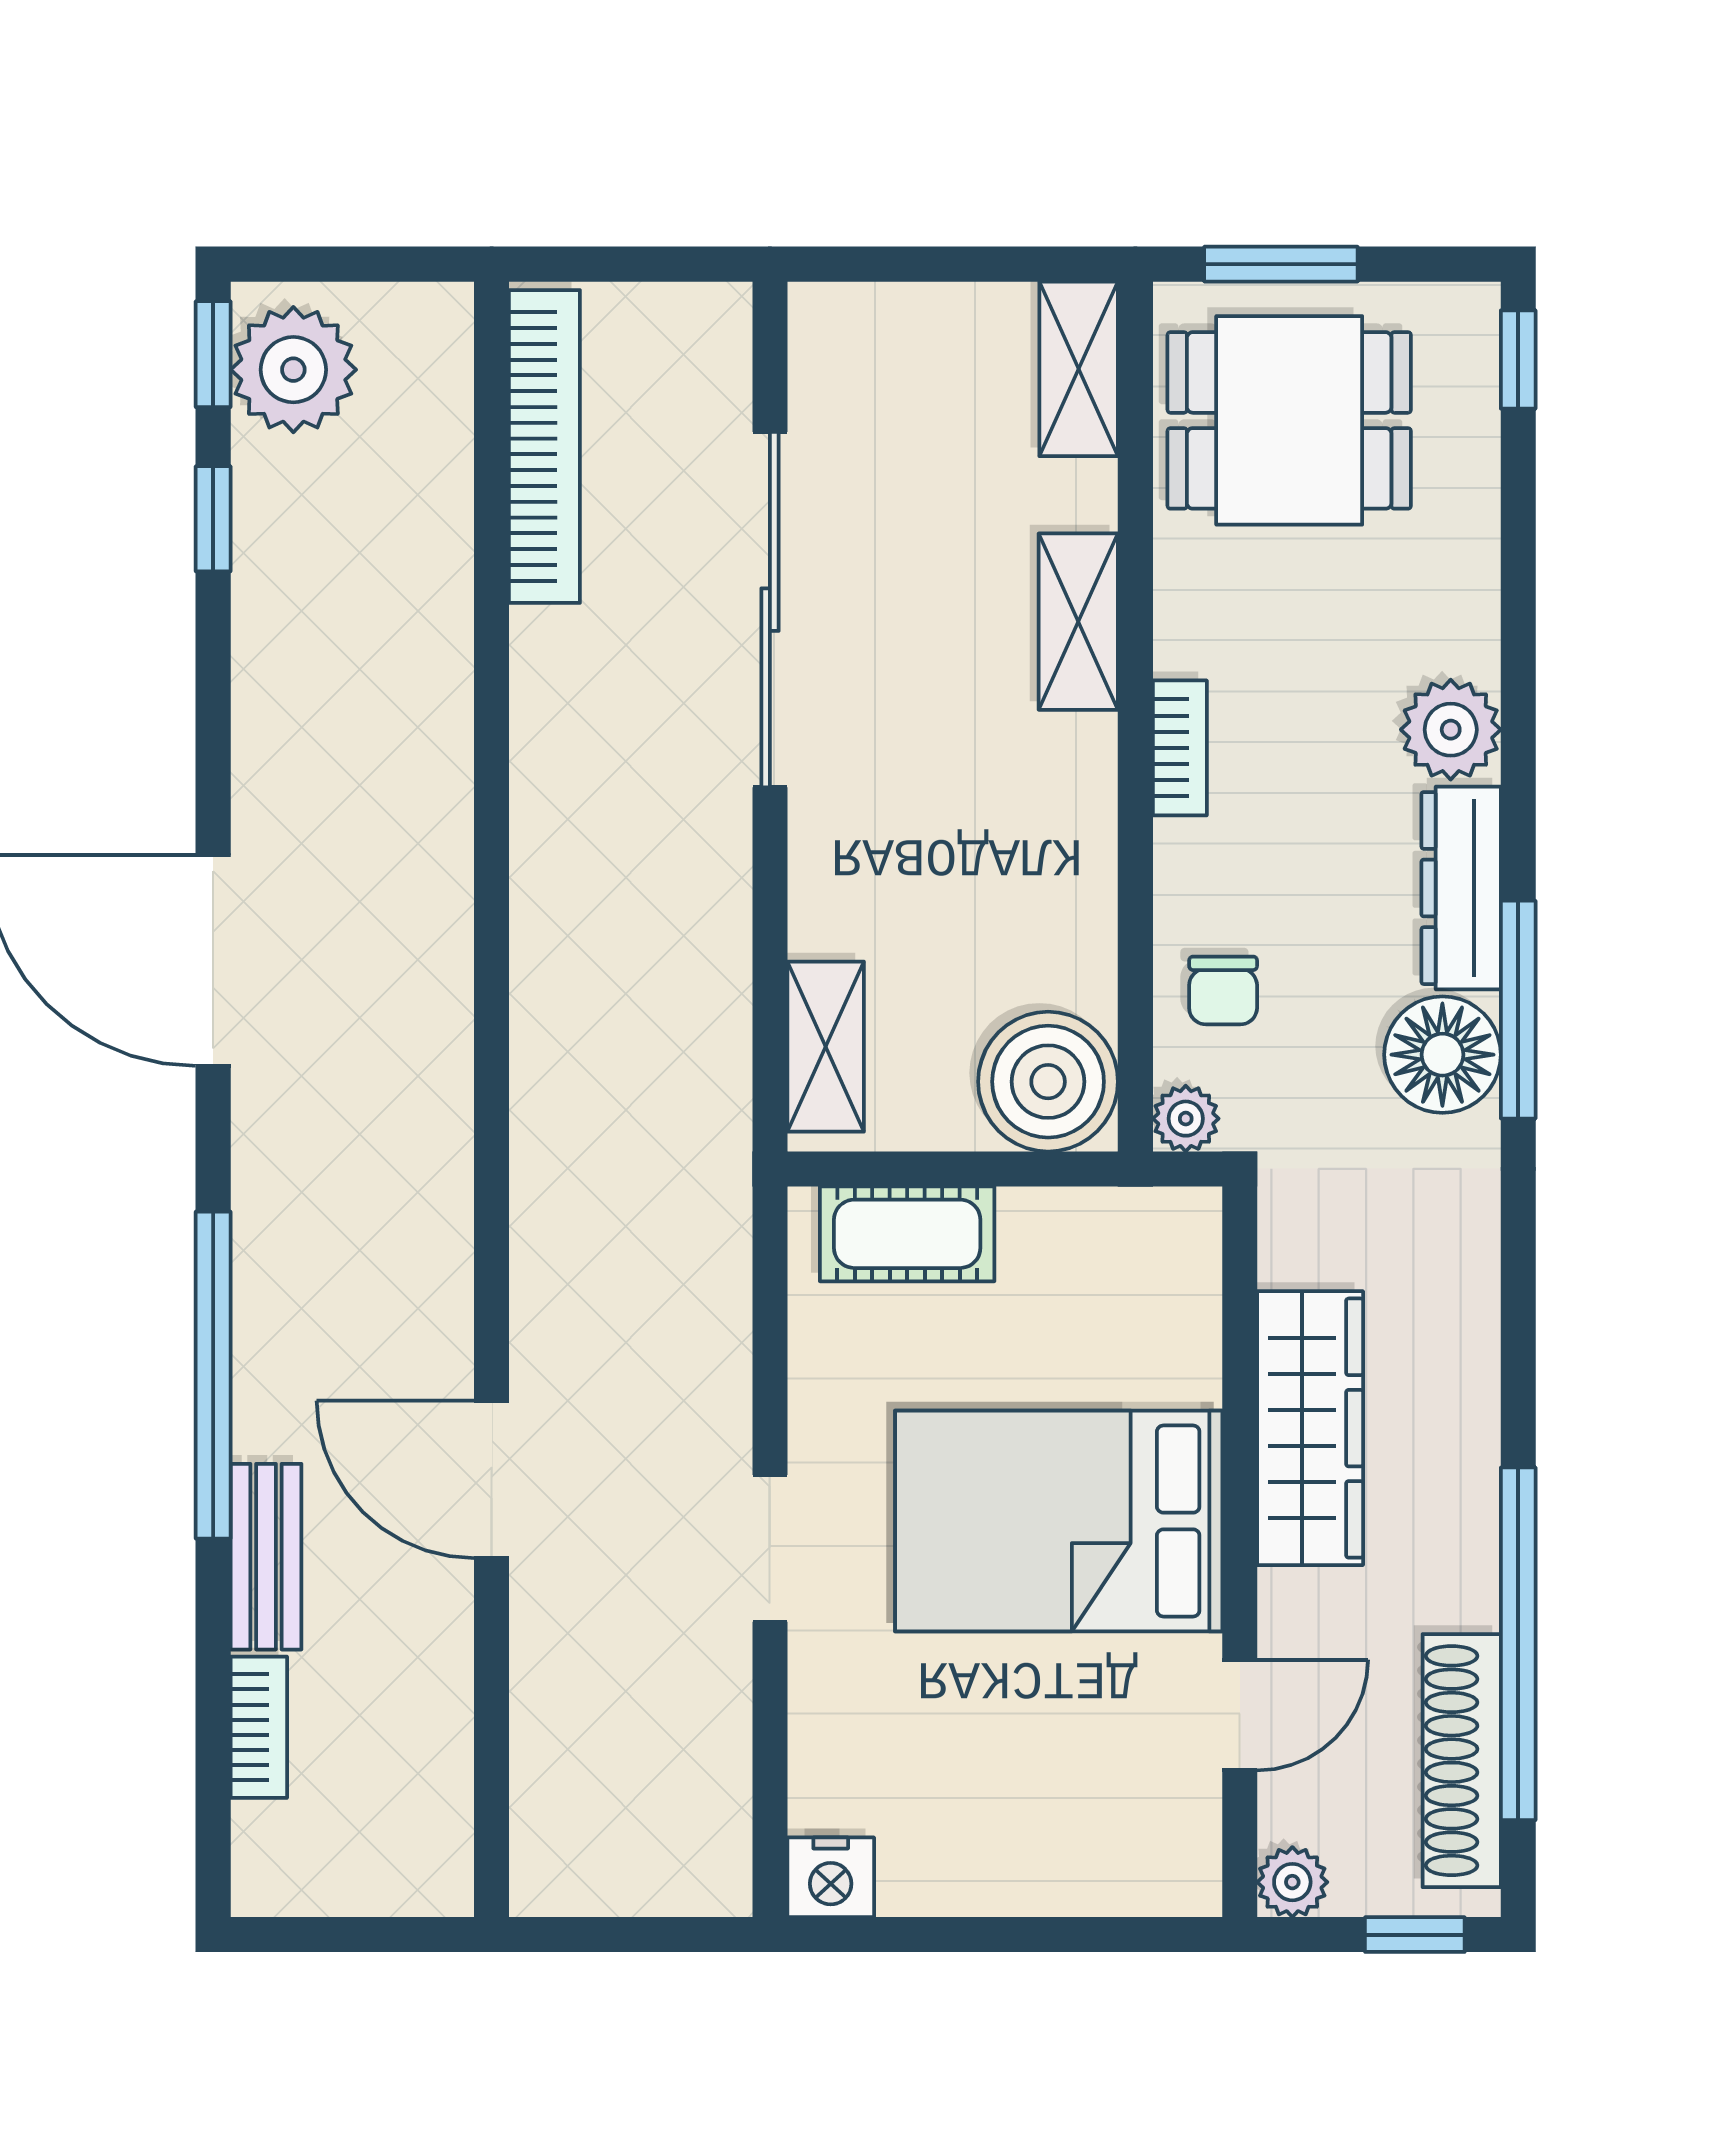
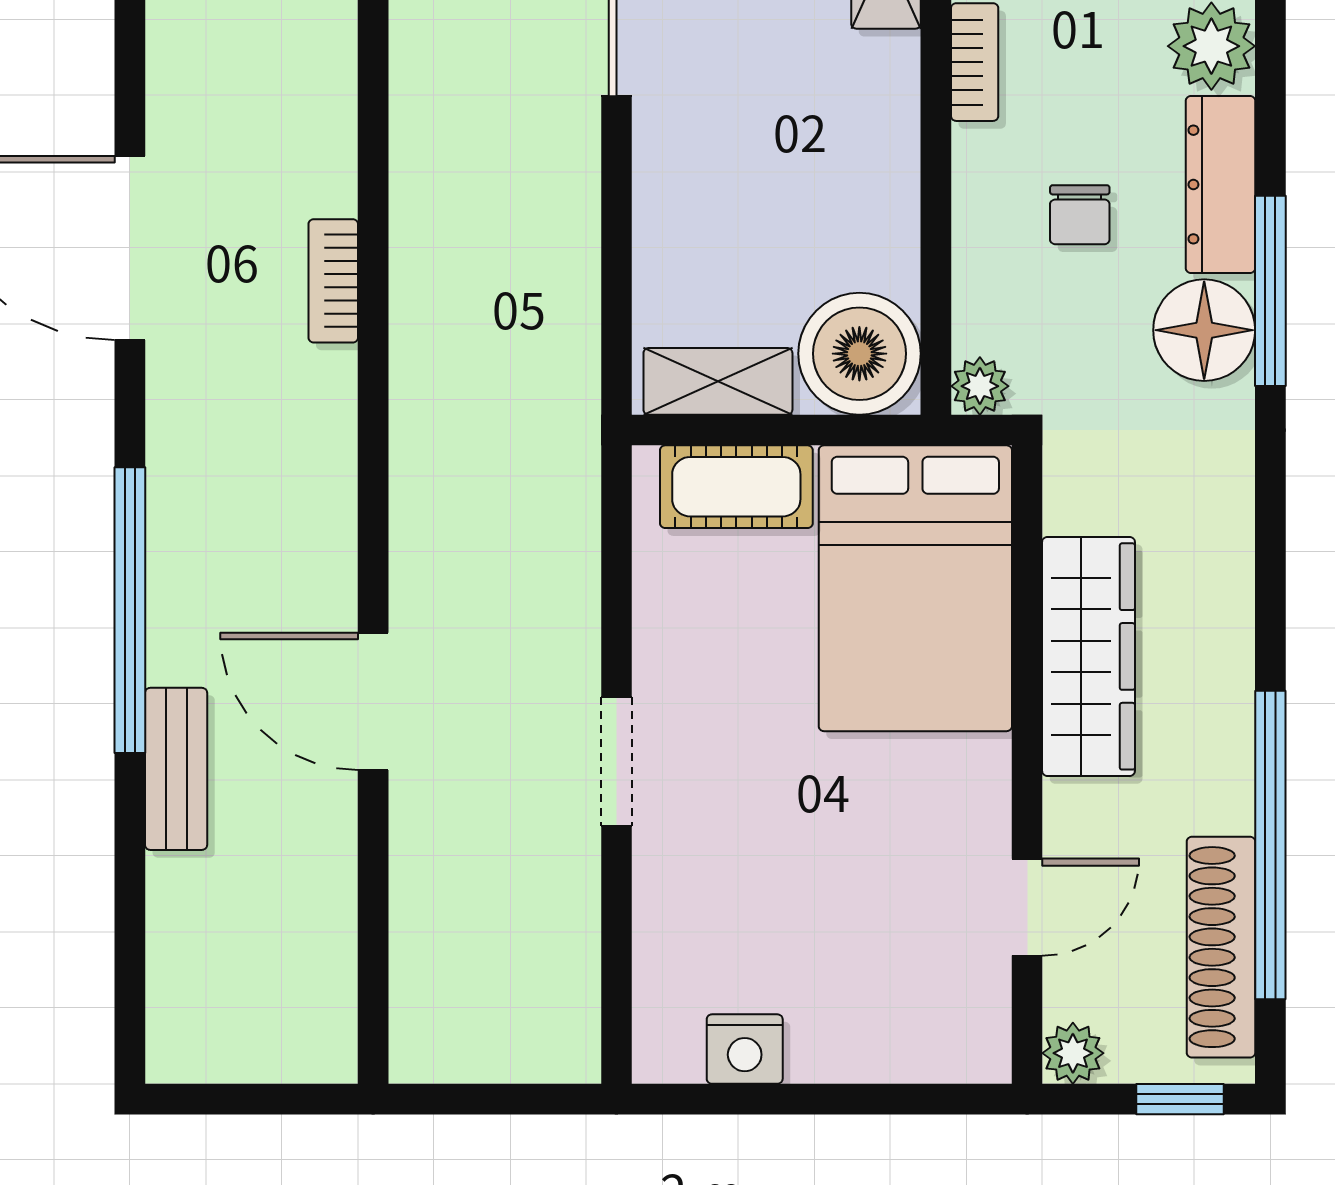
chair: (1223, 990) -> (1080, 215), moved
shelving: (826, 1047) -> (718, 381), moved, turned 90
bed: (1059, 1521) -> (915, 588), moved, turned -90
bookcase: (259, 1727) -> (333, 281), moved, turned 180
nightstand: (831, 1877) -> (745, 1049), moved

